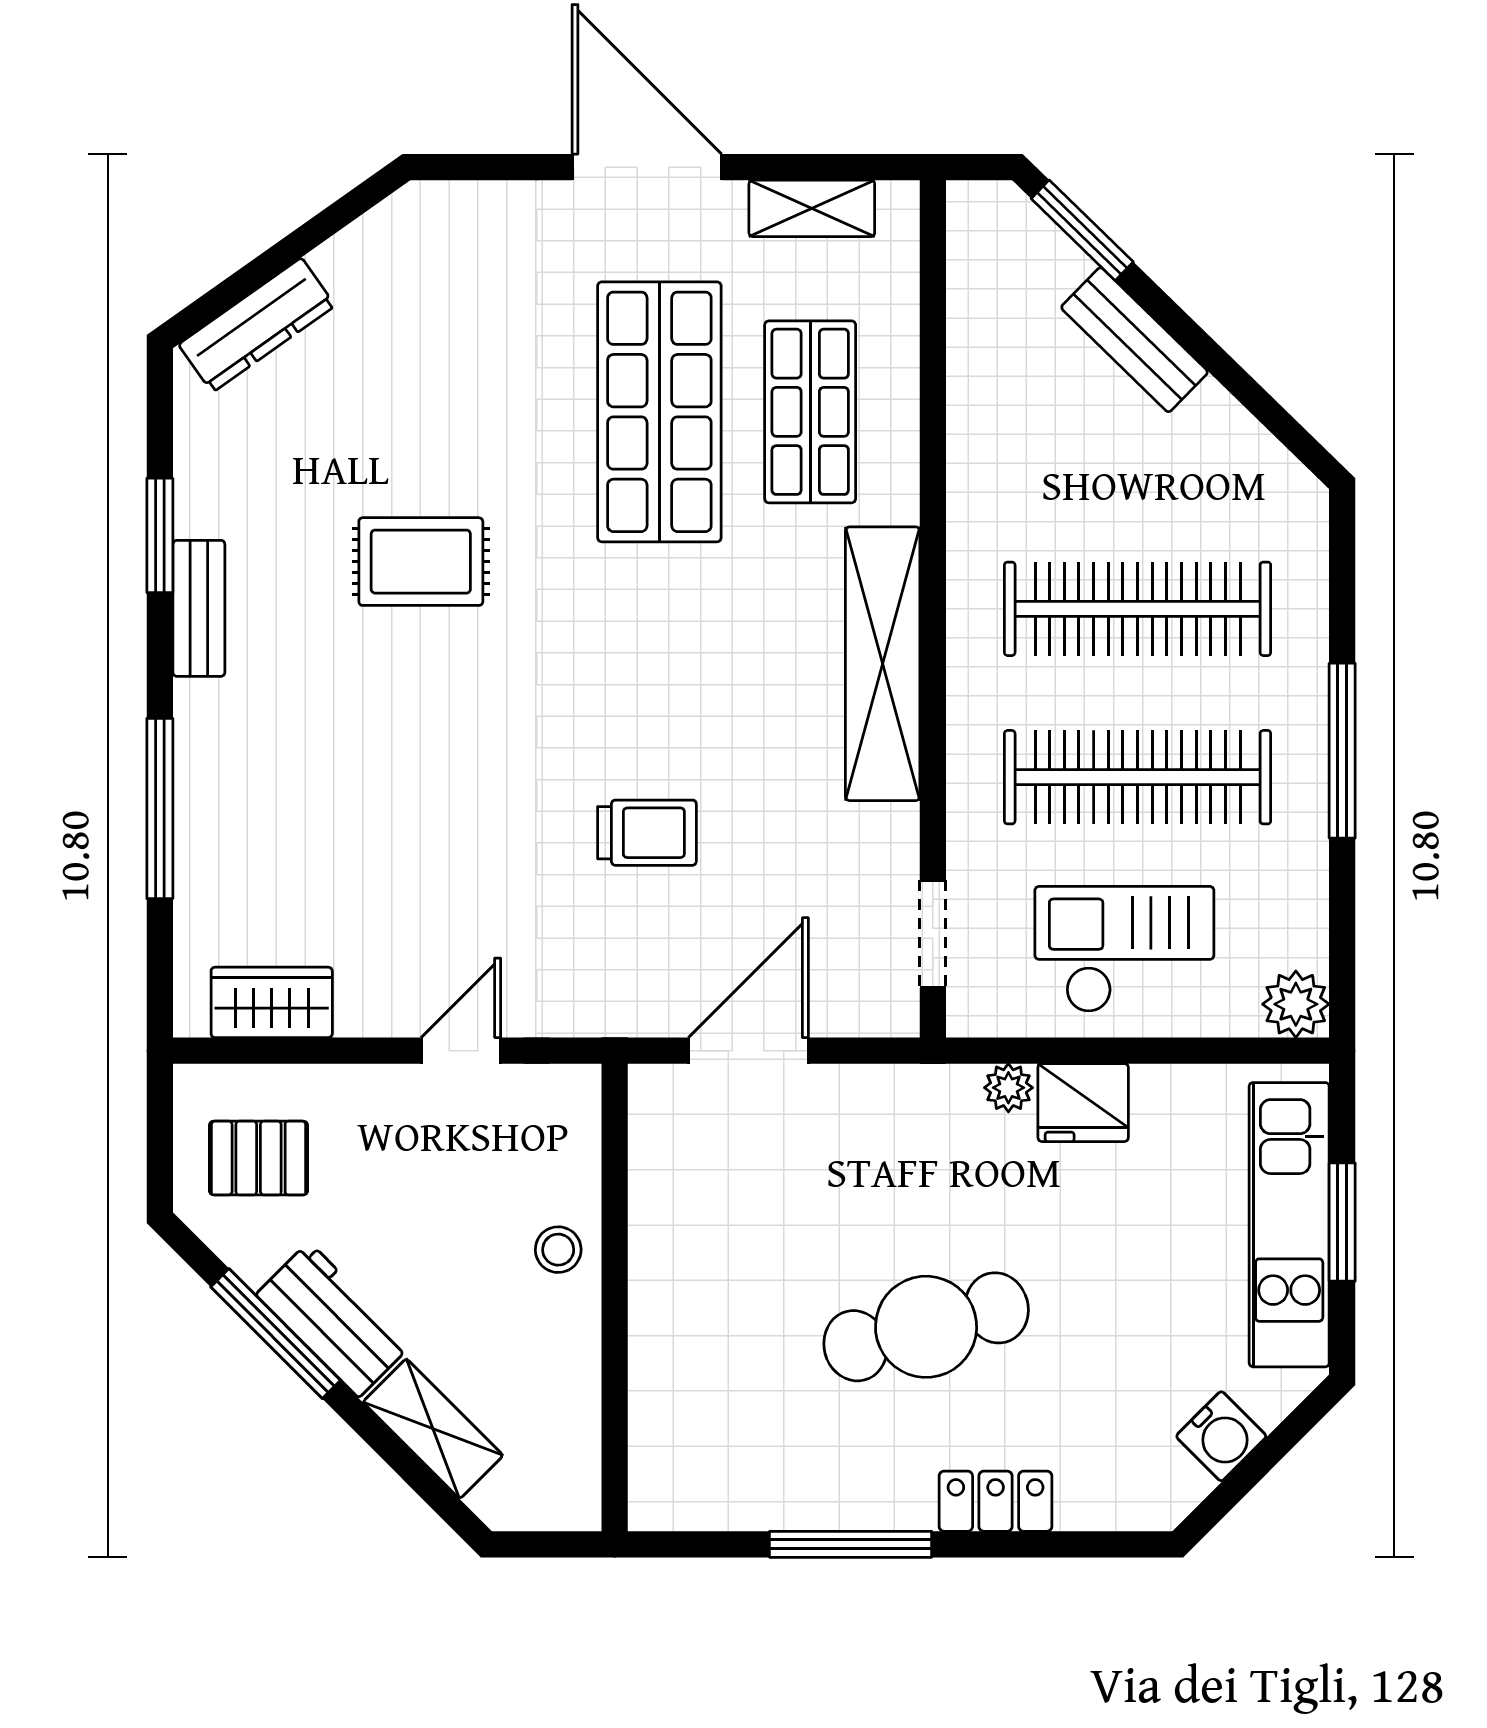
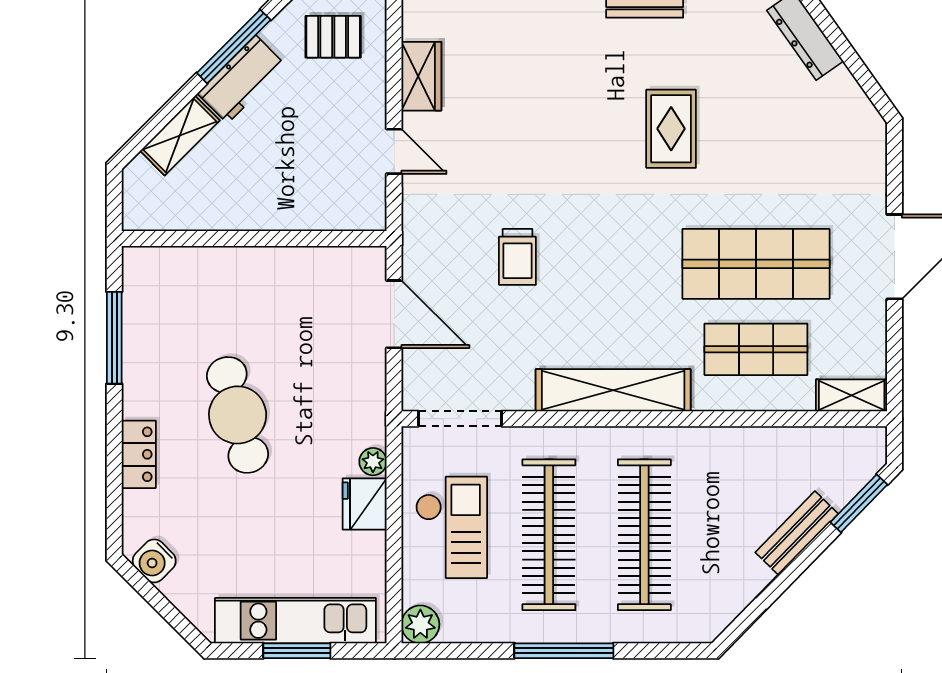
shelving: (812, 208) -> (852, 395), moved, turned 90
doorway: (933, 934) -> (460, 419), width x1.38
wardrobe: (272, 1002) -> (421, 76), moved
pallet: (259, 1158) -> (333, 37), turned 90
stool: (558, 1250) -> (281, 207), removed
water cooler: (1221, 1436) -> (154, 561), moved
window: (851, 1544) -> (114, 338), moved

